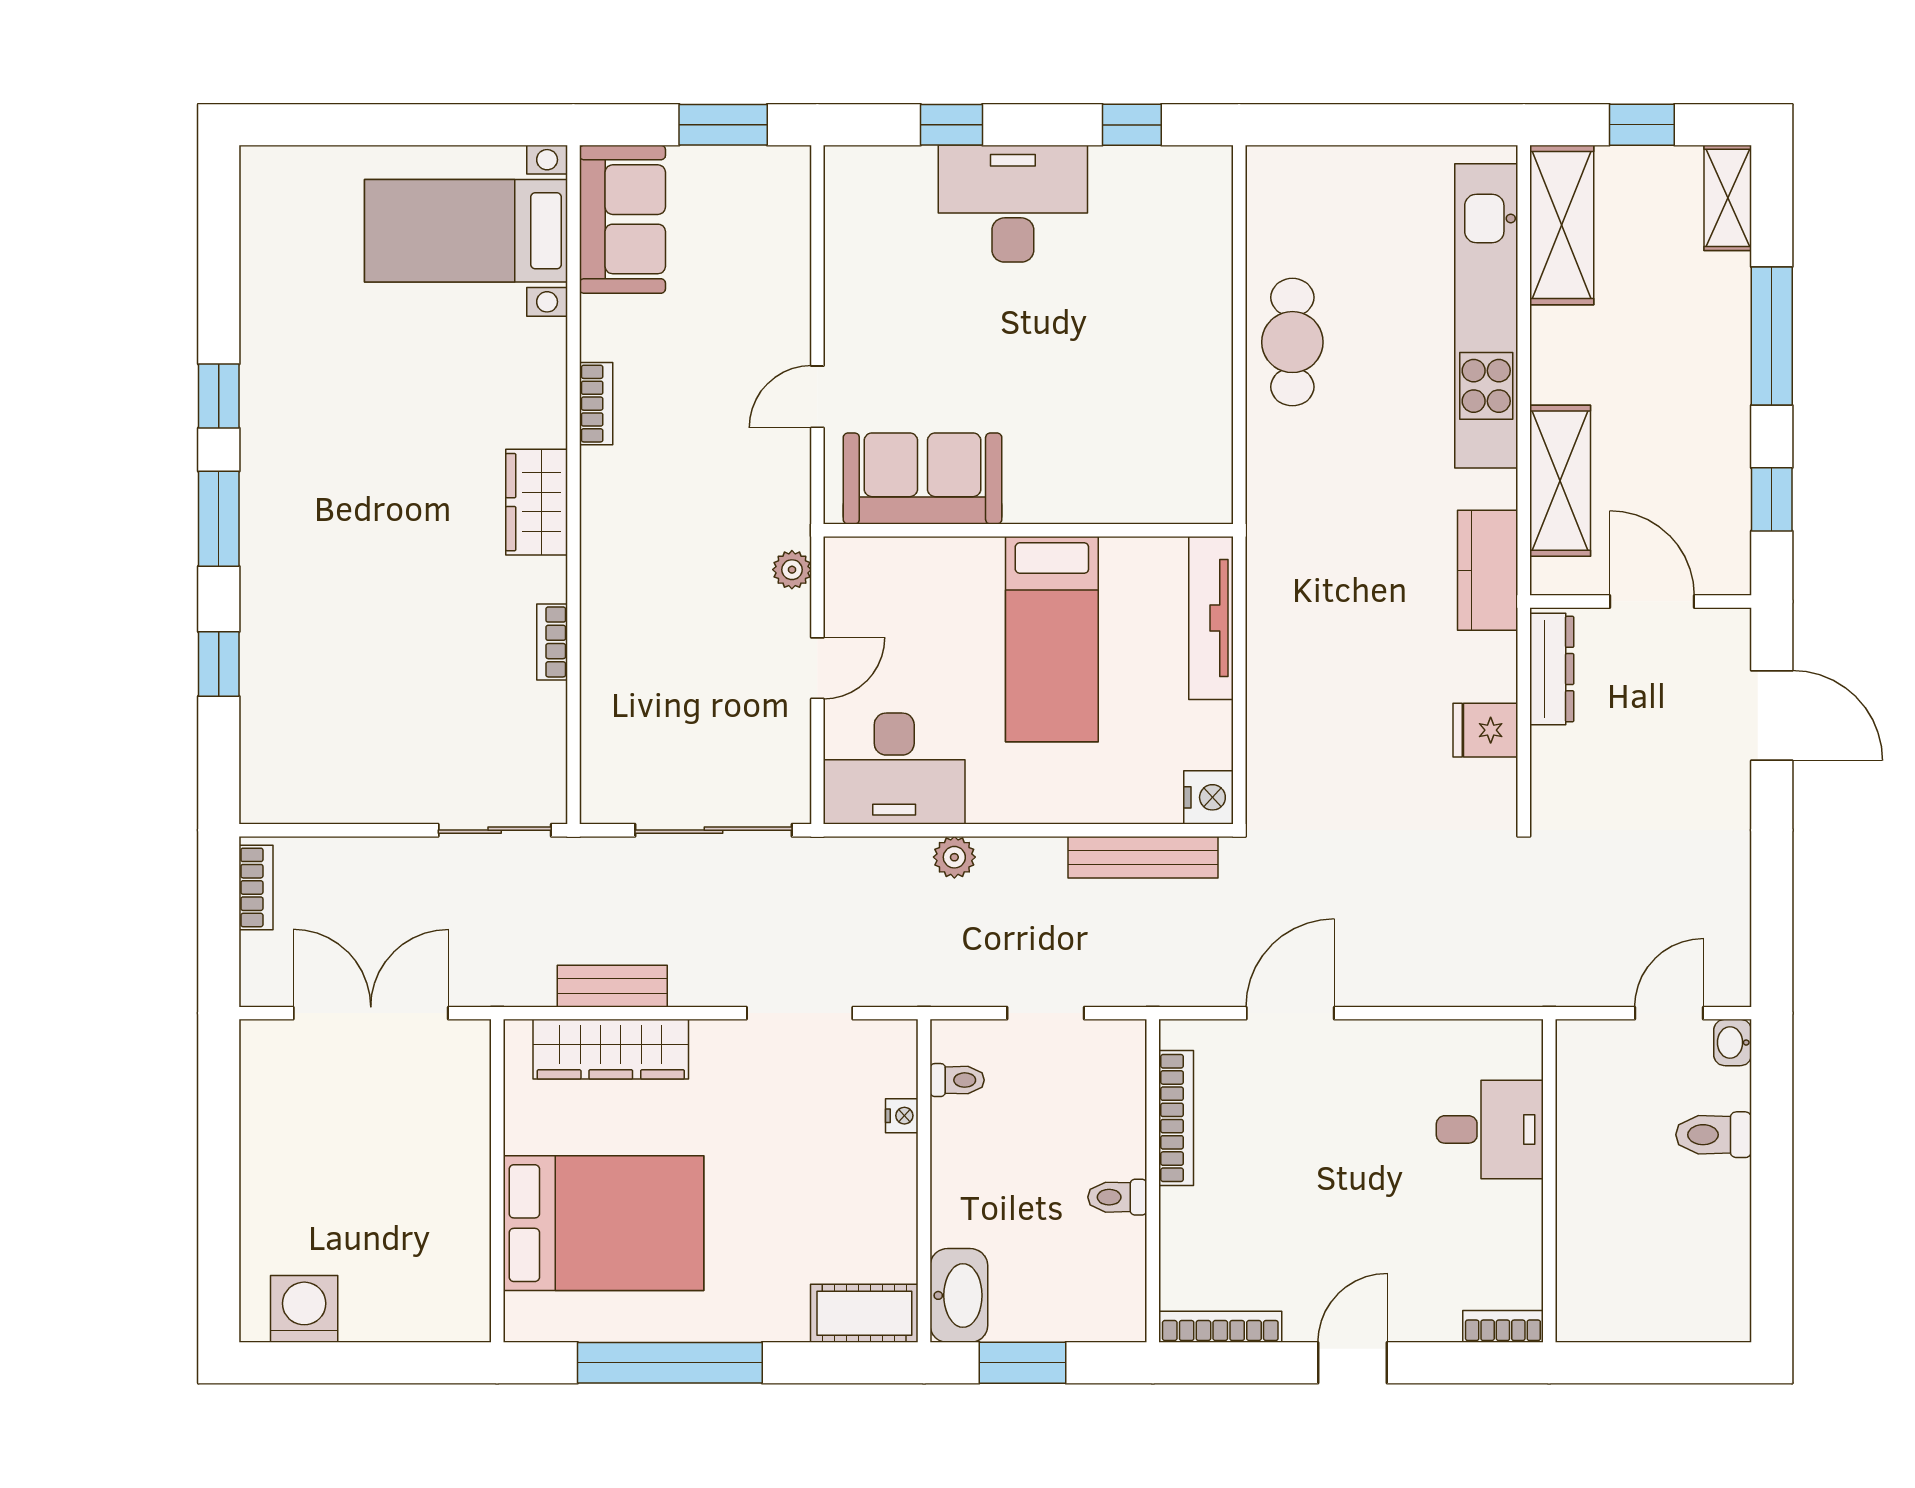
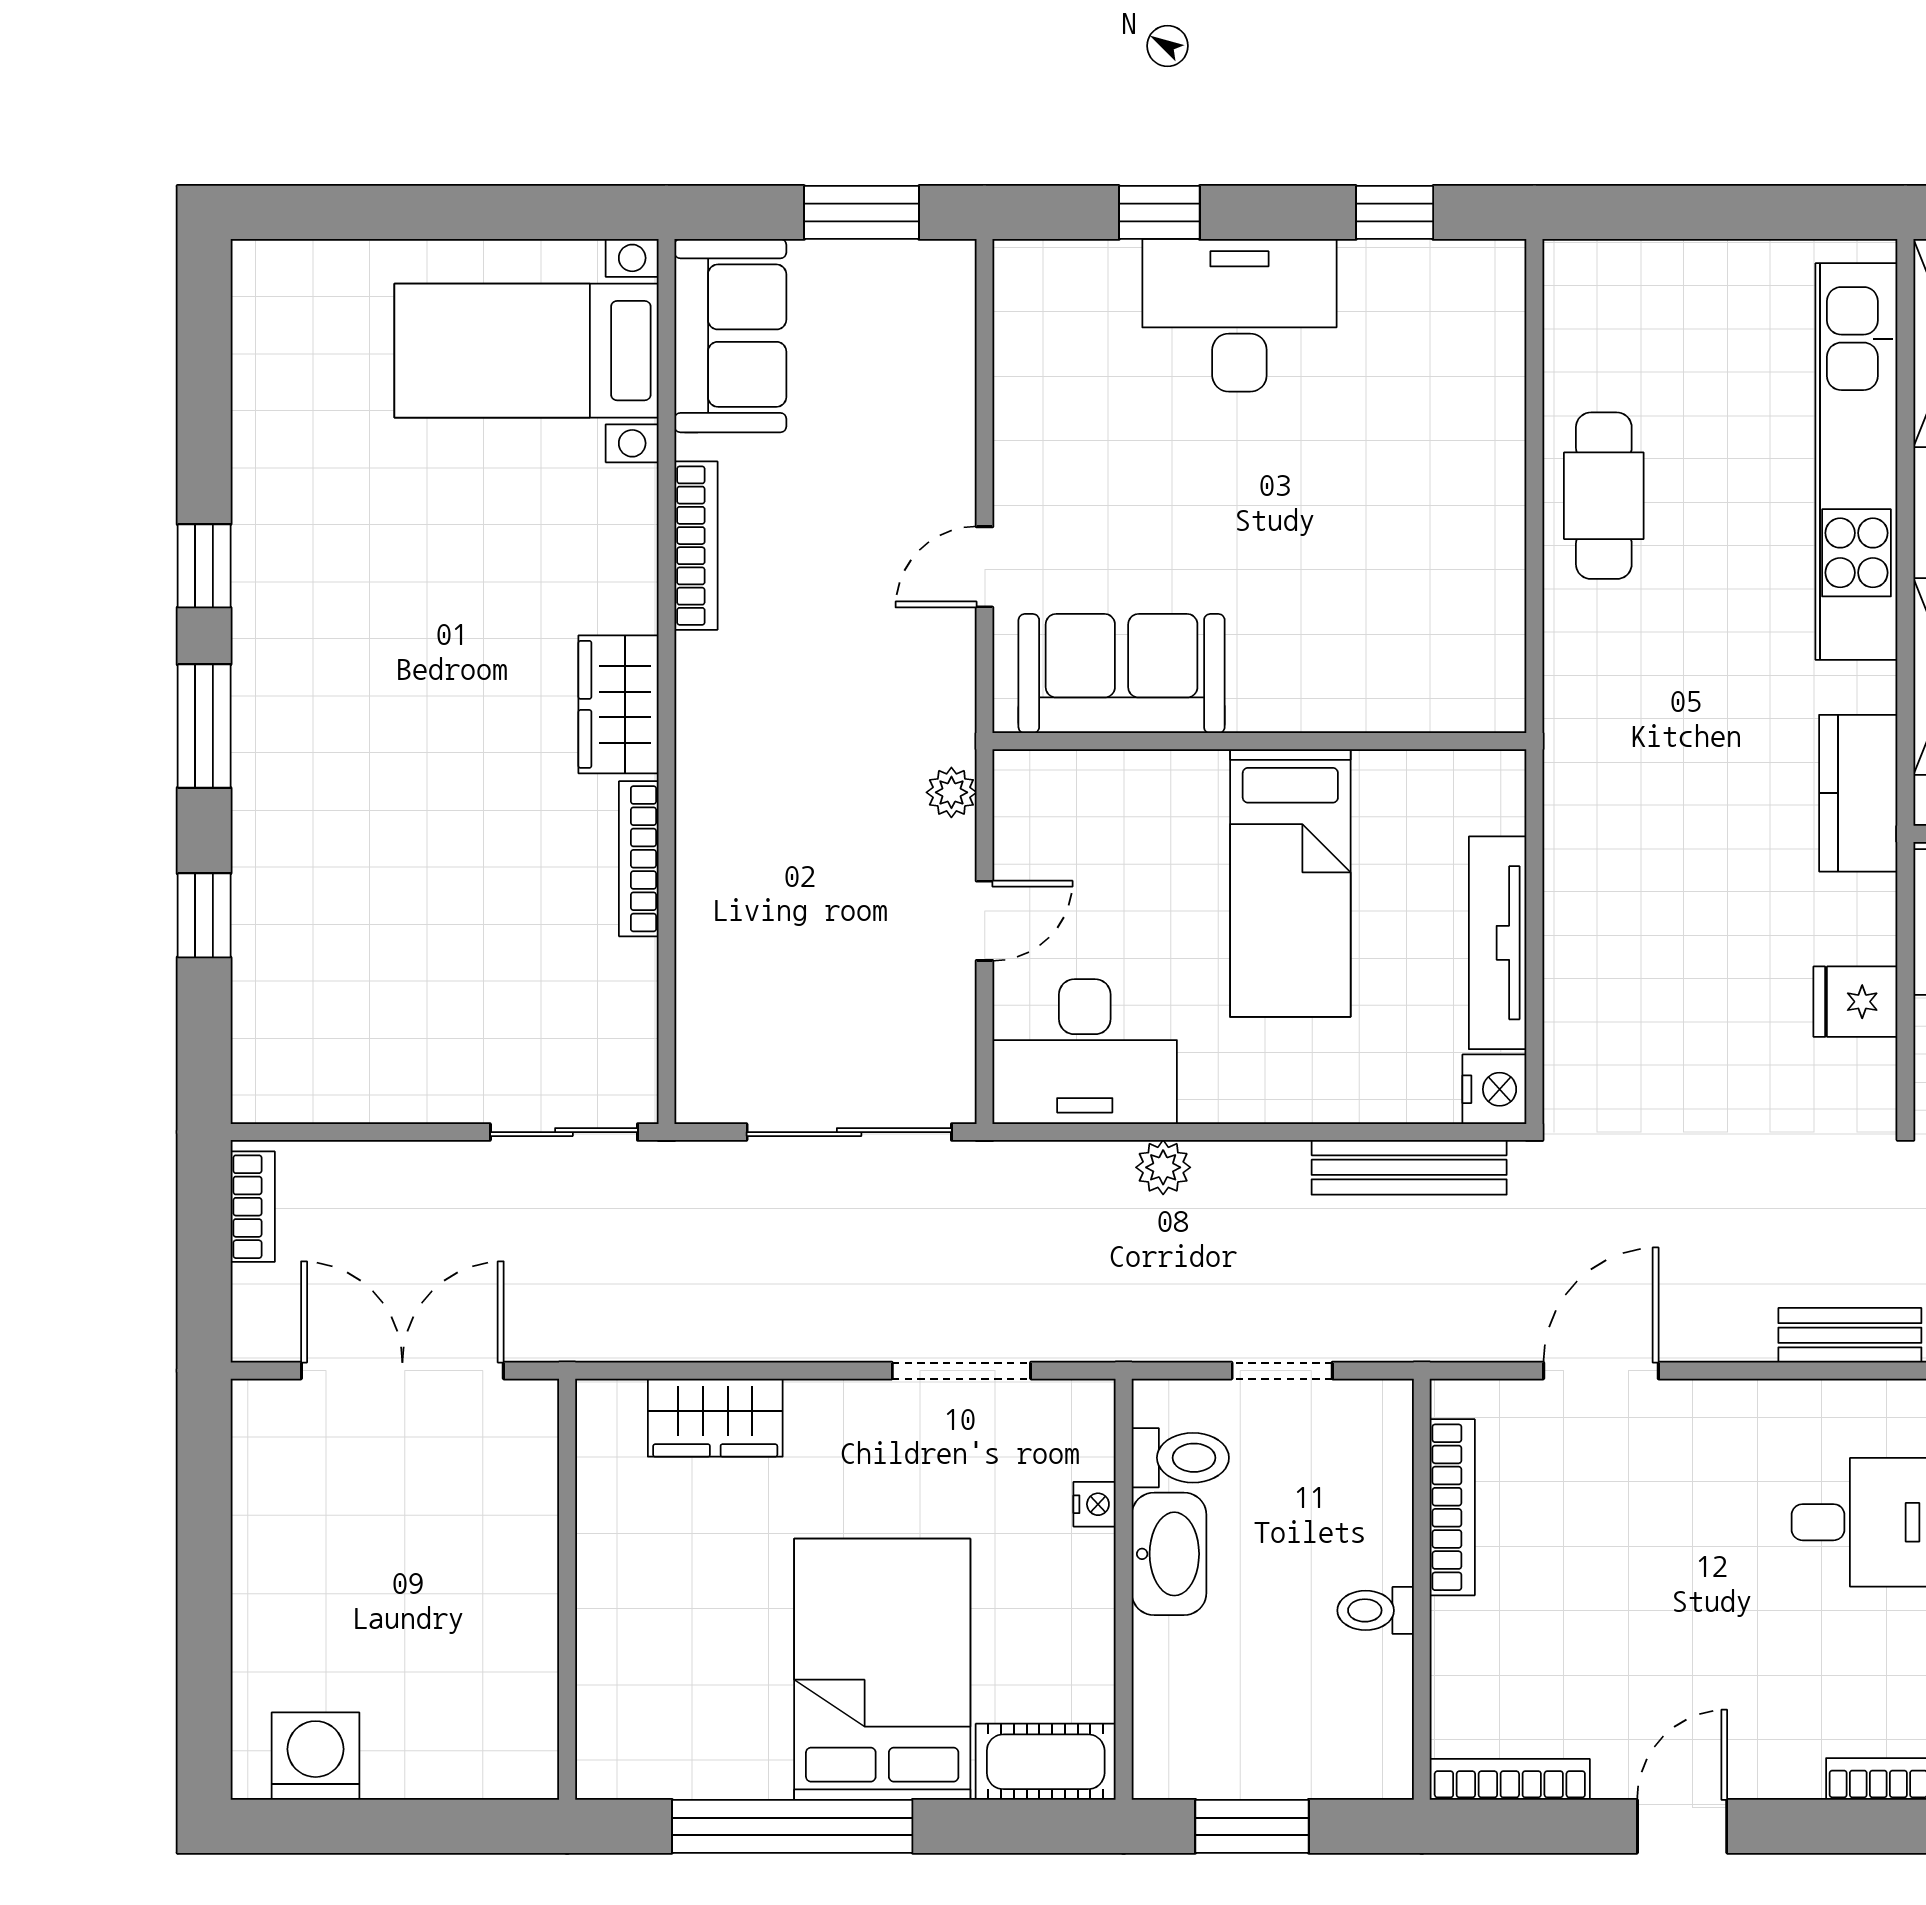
bookcase: (596, 404) -> (696, 546), width x1.56
tv unit: (1211, 618) -> (1498, 943), moved
bookcase: (552, 642) -> (639, 859), width x1.56
bench: (612, 986) -> (1850, 1335), moved
wardrobe: (611, 1049) -> (715, 1418), width x0.67
toilet: (957, 1080) -> (1180, 1458), width x1.37, depth x1.39
bed: (603, 1223) -> (882, 1669), moved, turned -90
washbasin: (959, 1295) -> (1169, 1554), moved

